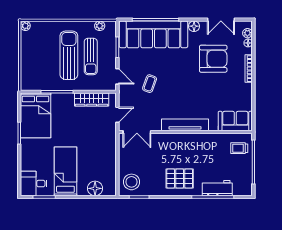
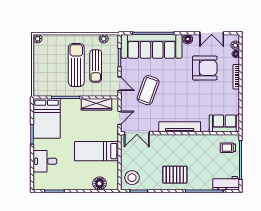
coffee table: (150, 84) -> (148, 90), width x1.86, depth x1.72
bed: (65, 171) -> (97, 151), moved, turned -90
desk: (34, 184) -> (45, 161), moved
workbench: (217, 188) -> (226, 183), moved

